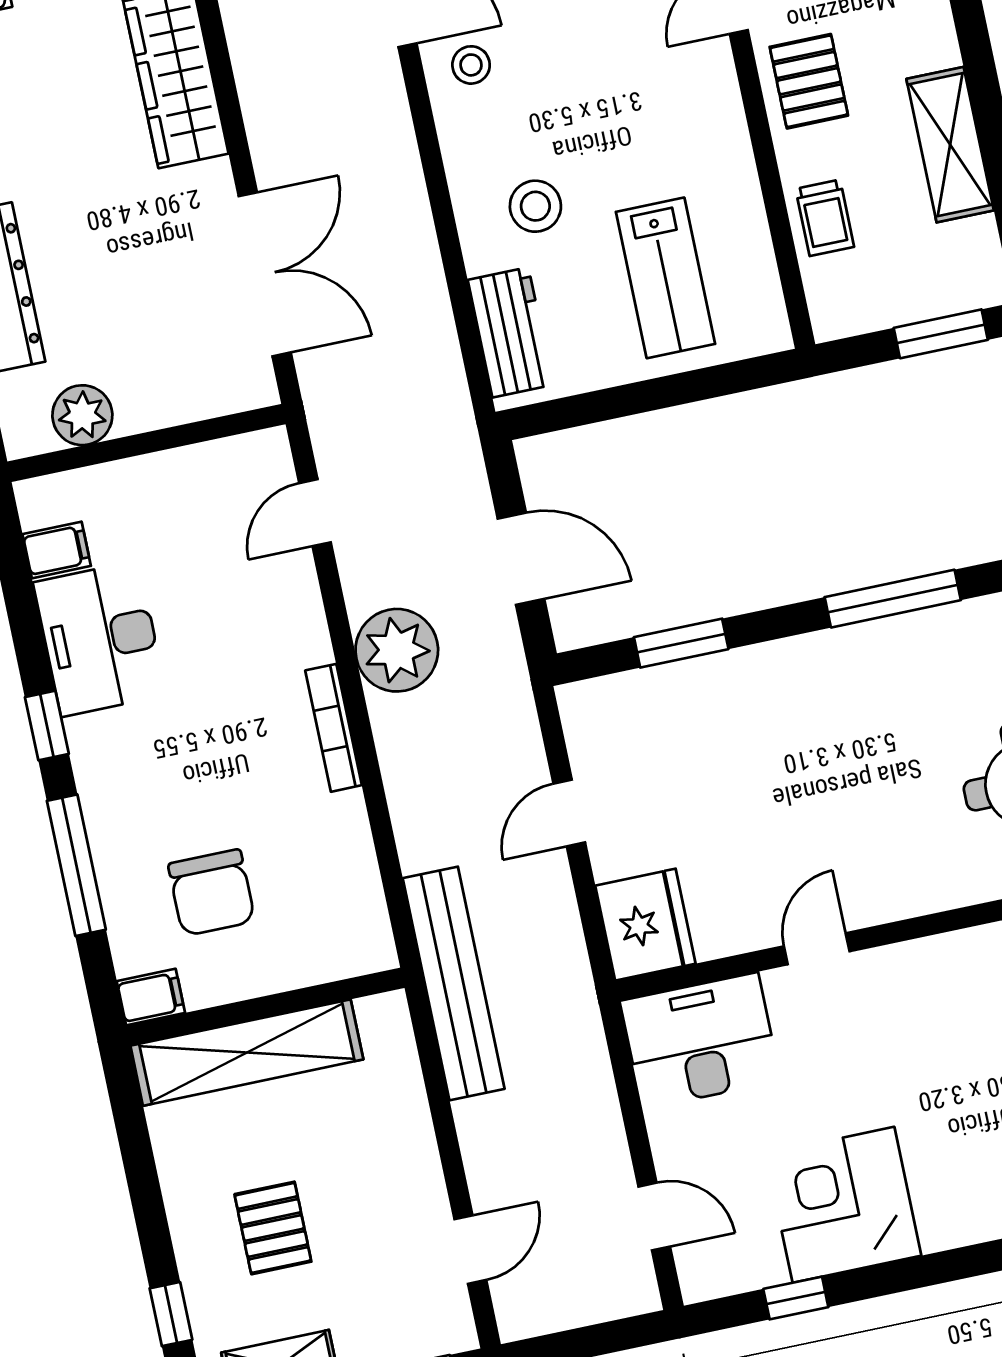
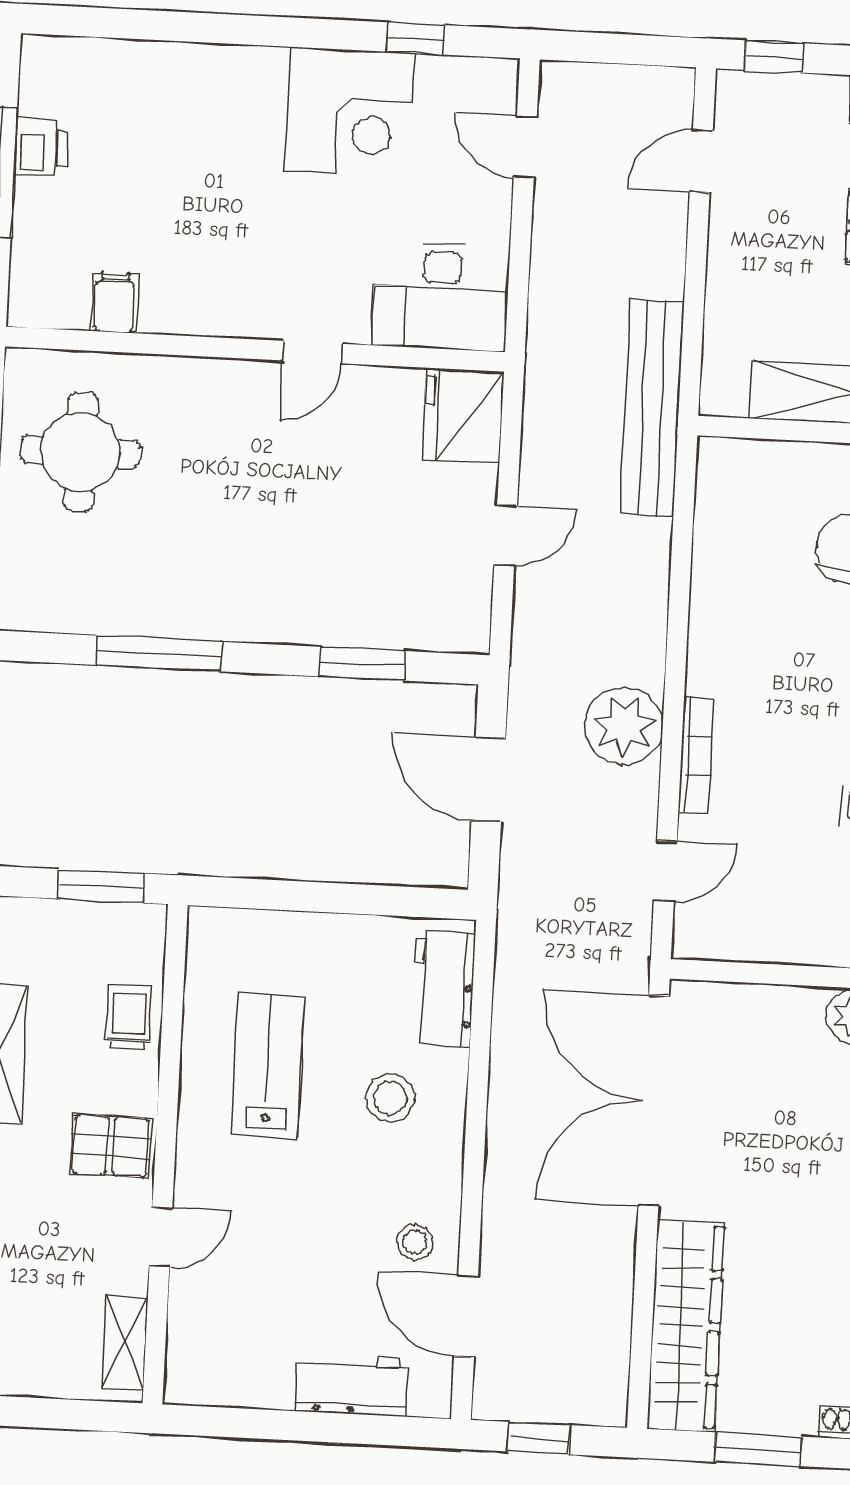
pallet: (809, 81) -> (110, 1146), turned 90
double door: (265, 274) -> (654, 1101), width x1.36
lab bench: (665, 278) -> (268, 1066), moved
window: (941, 334) -> (101, 886), moved
bookcase: (334, 728) -> (696, 755), moved

